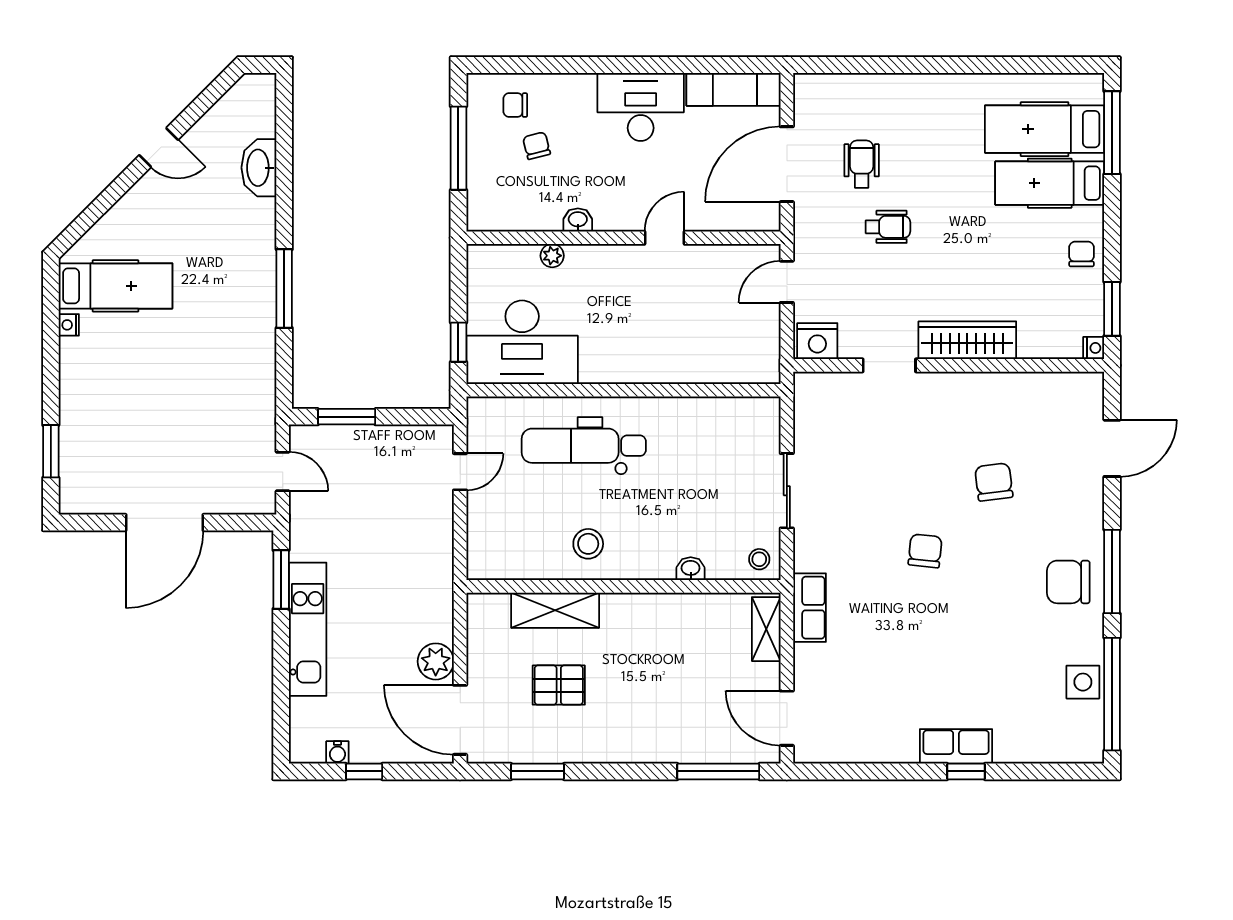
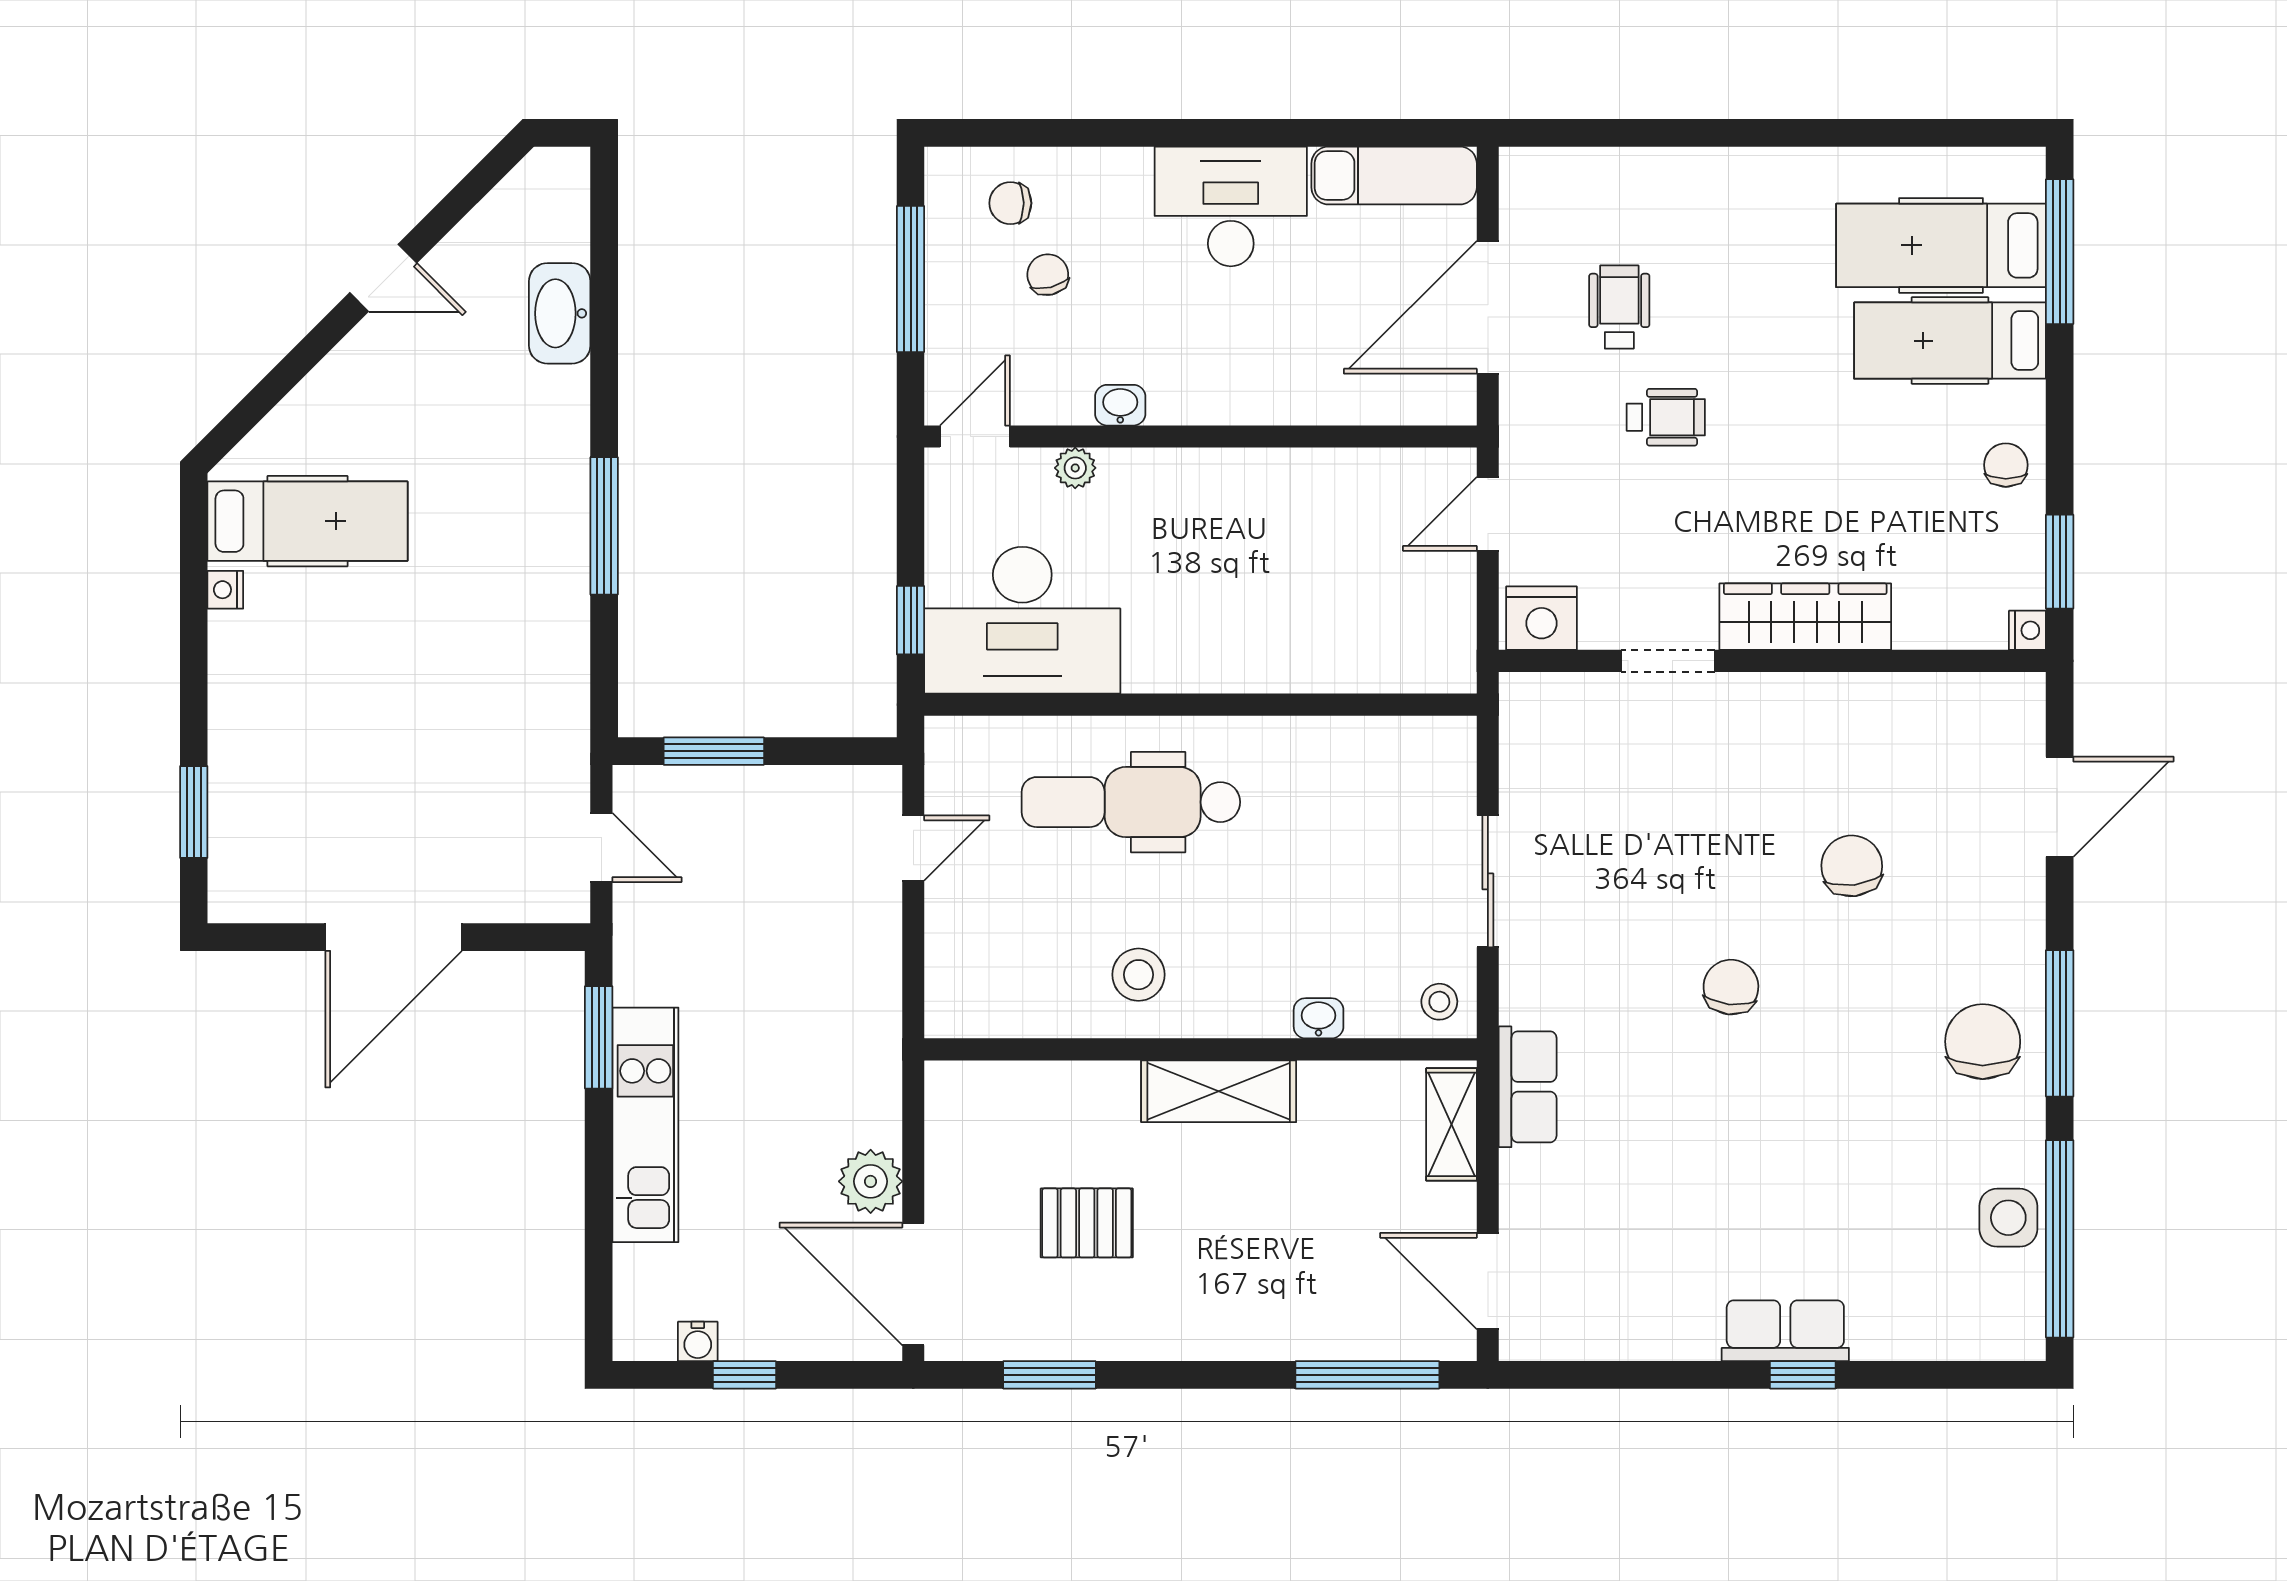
door: (664, 238) -> (975, 437), moved
chair: (1068, 582) -> (1983, 1042), turned 90
shelving: (555, 610) -> (1219, 1091), moved

